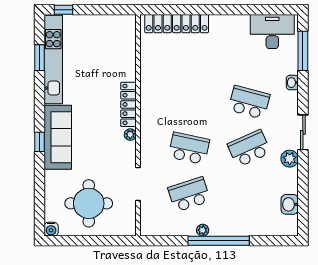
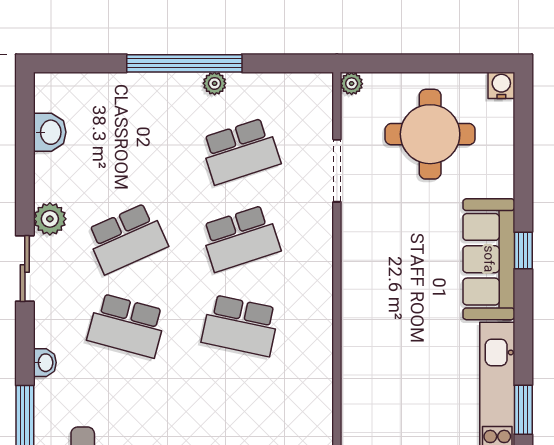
school desk: (189, 102) -> (240, 325), added
locker: (128, 104) -> (355, 321), removed
plant: (130, 135) -> (352, 84), moved
school desk: (189, 148) -> (240, 238), turned -30

